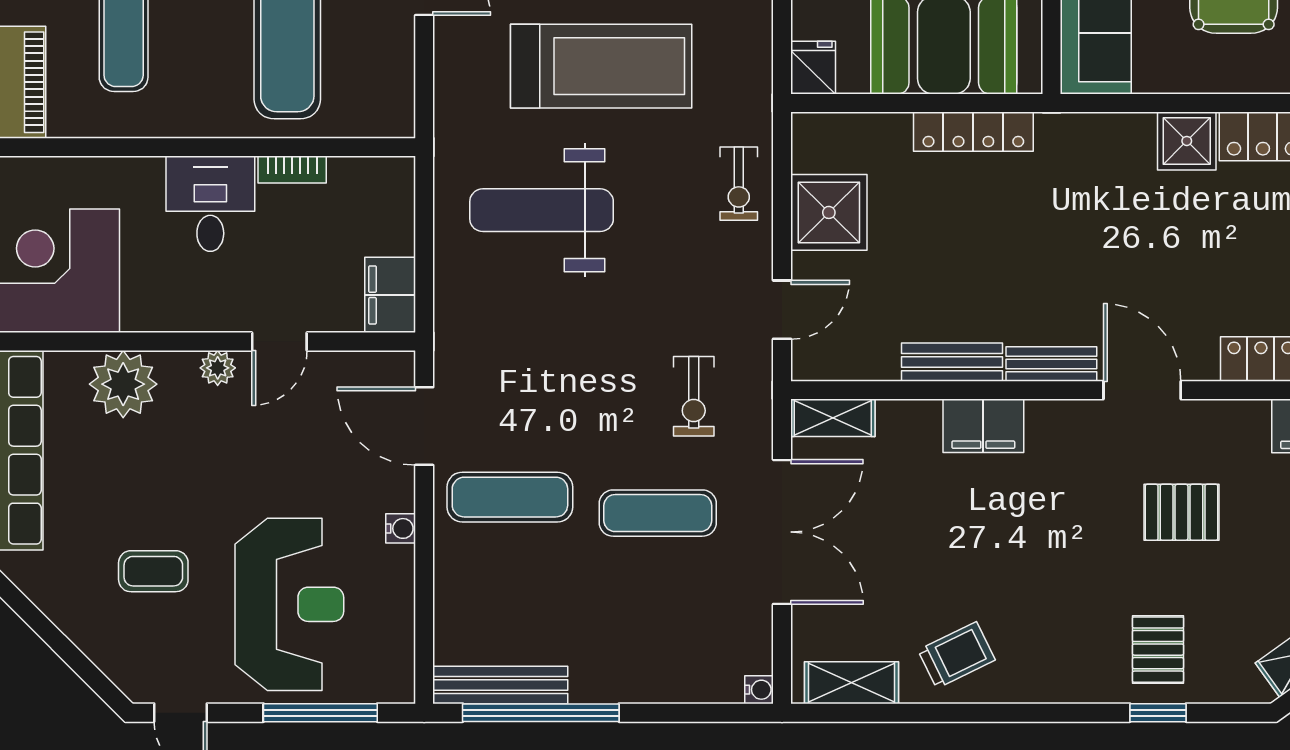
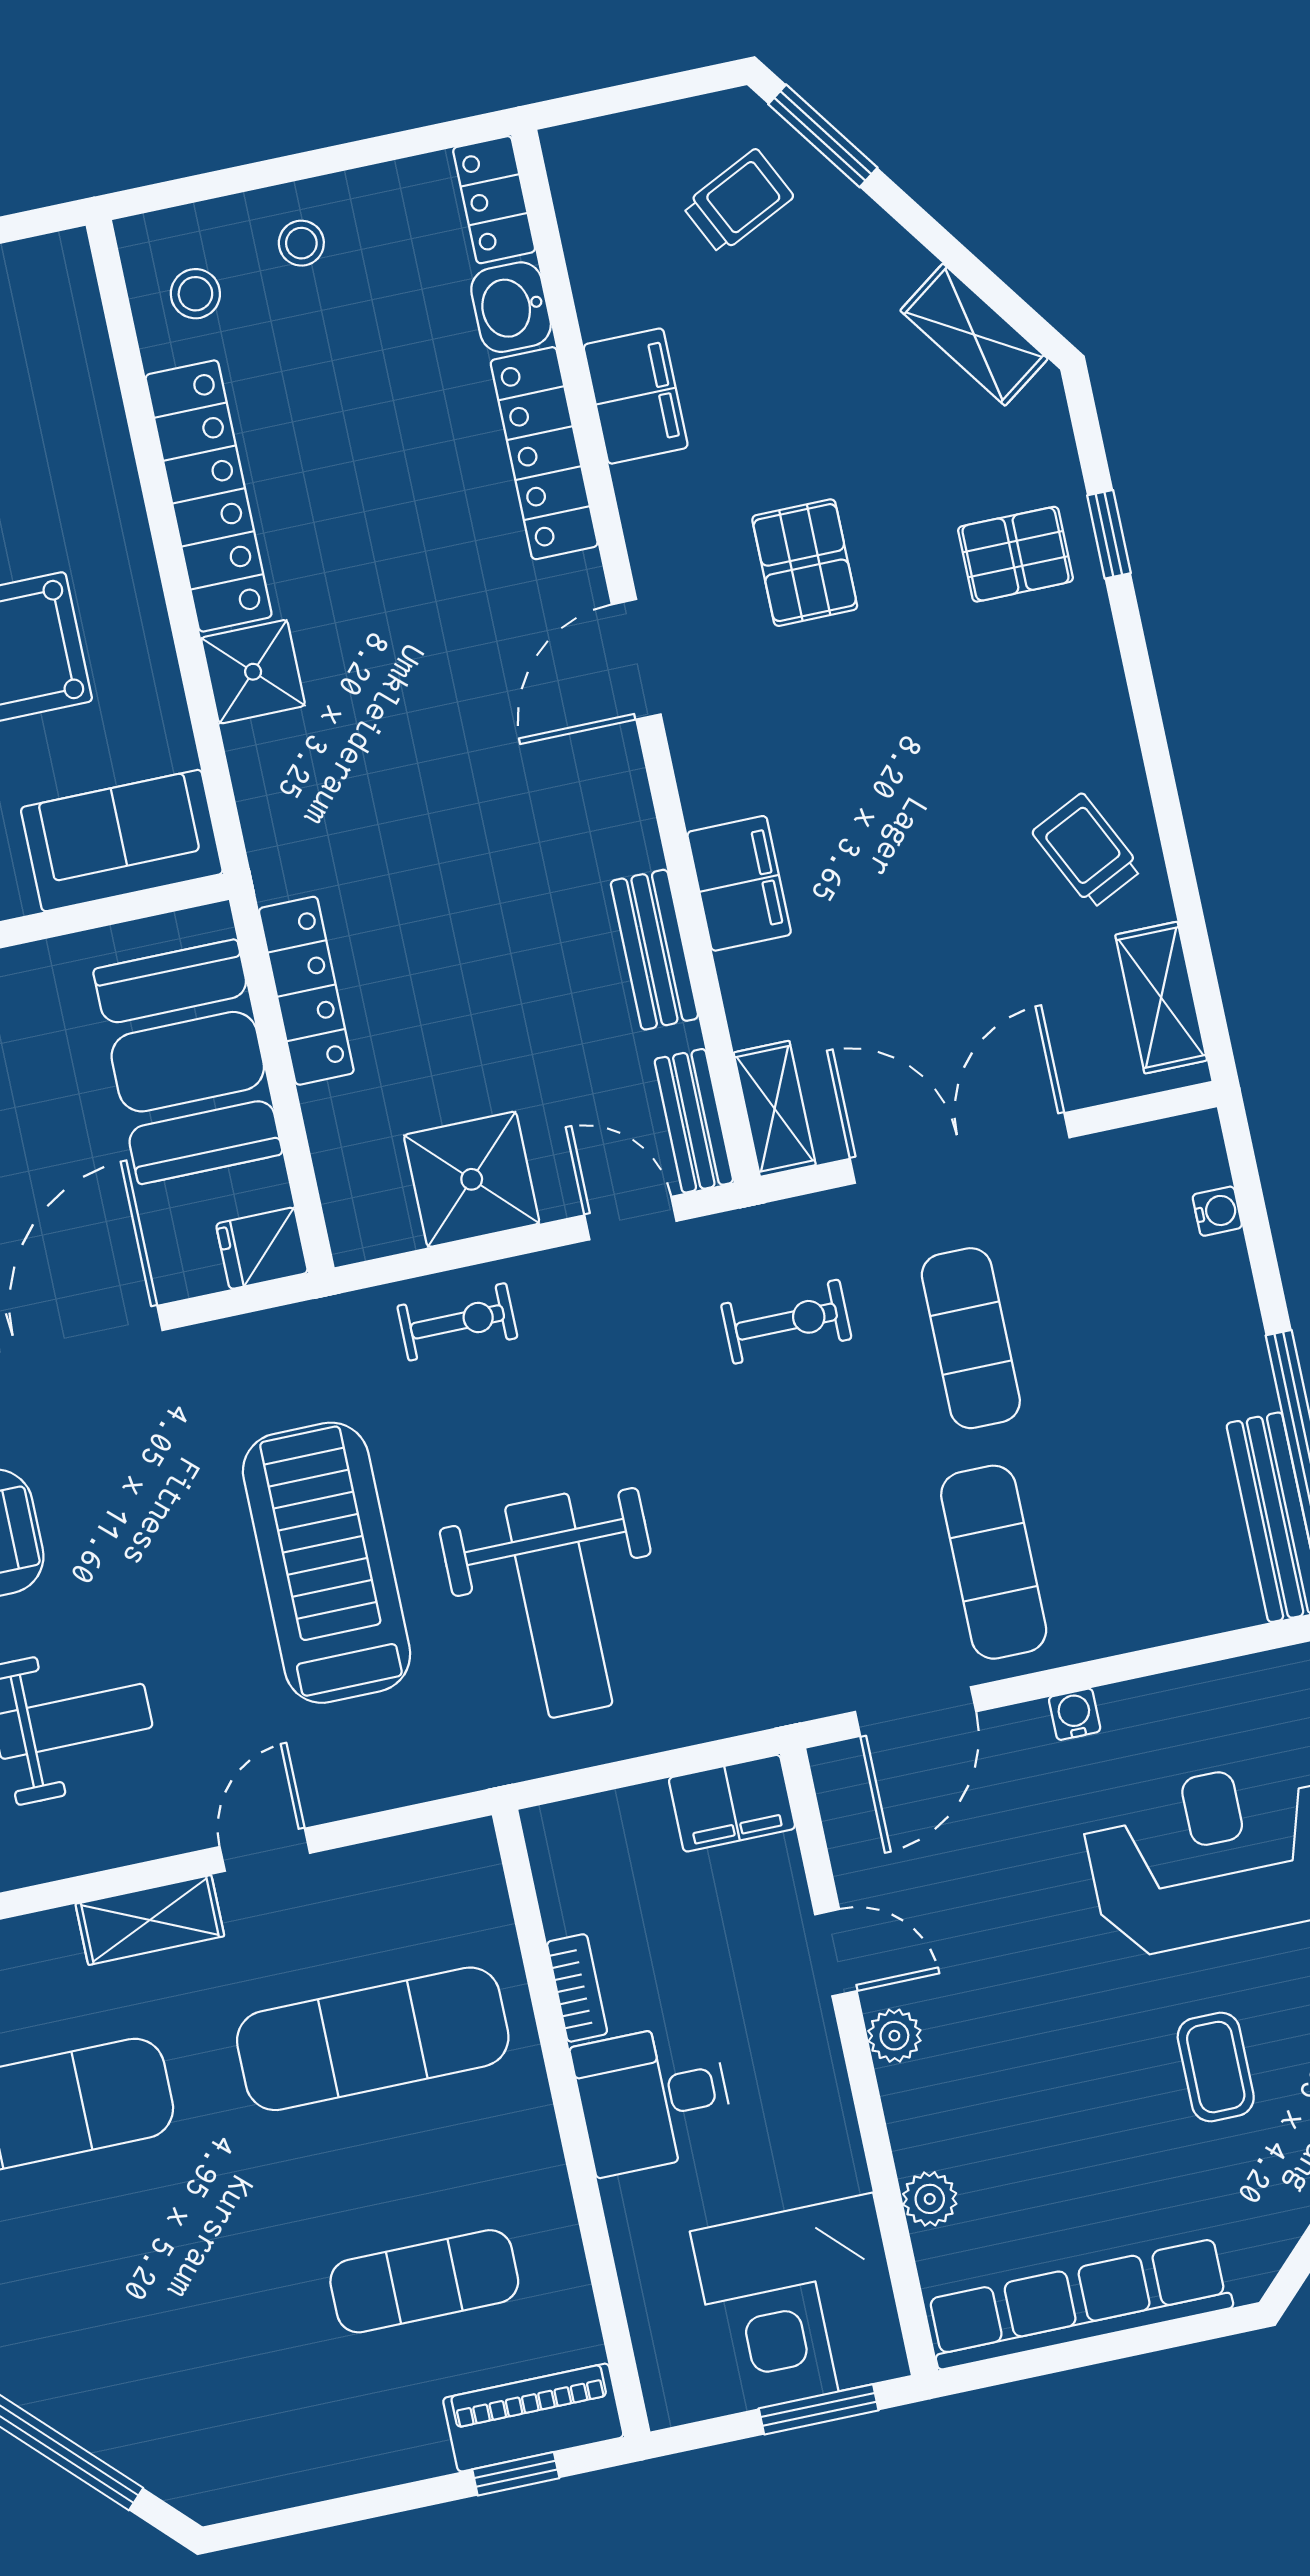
bench: (1051, 364) -> (694, 1121), moved
plant: (123, 384) -> (930, 2199), width x0.53, depth x0.53
water cooler: (759, 690) -> (1217, 1211), moved, turned 90

